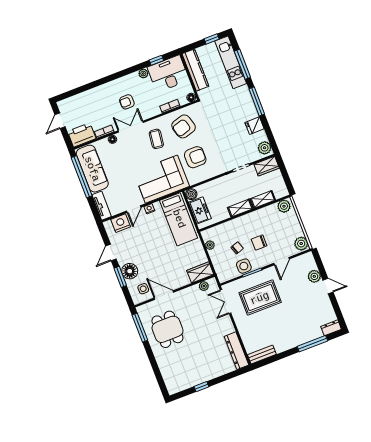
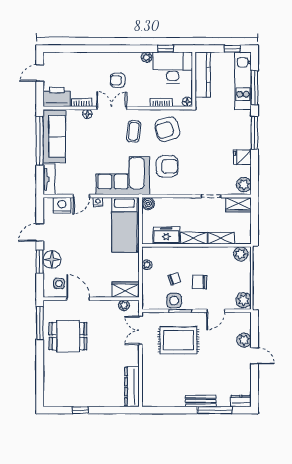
freezer: (200, 210) -> (166, 235), moved, turned -90
dining table: (167, 329) -> (68, 336), turned 90
bench: (262, 355) -> (201, 401), moved

